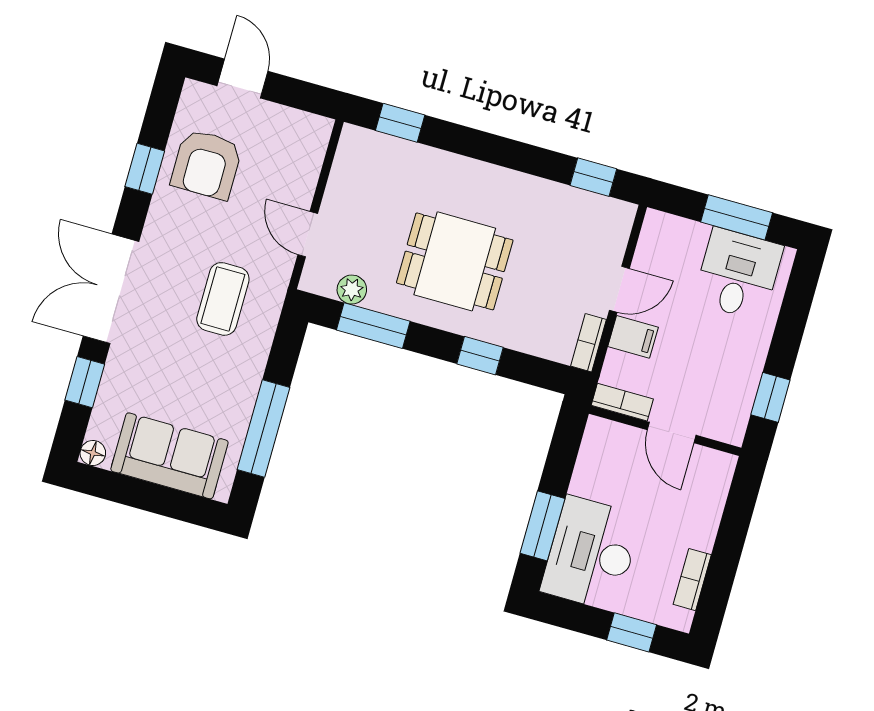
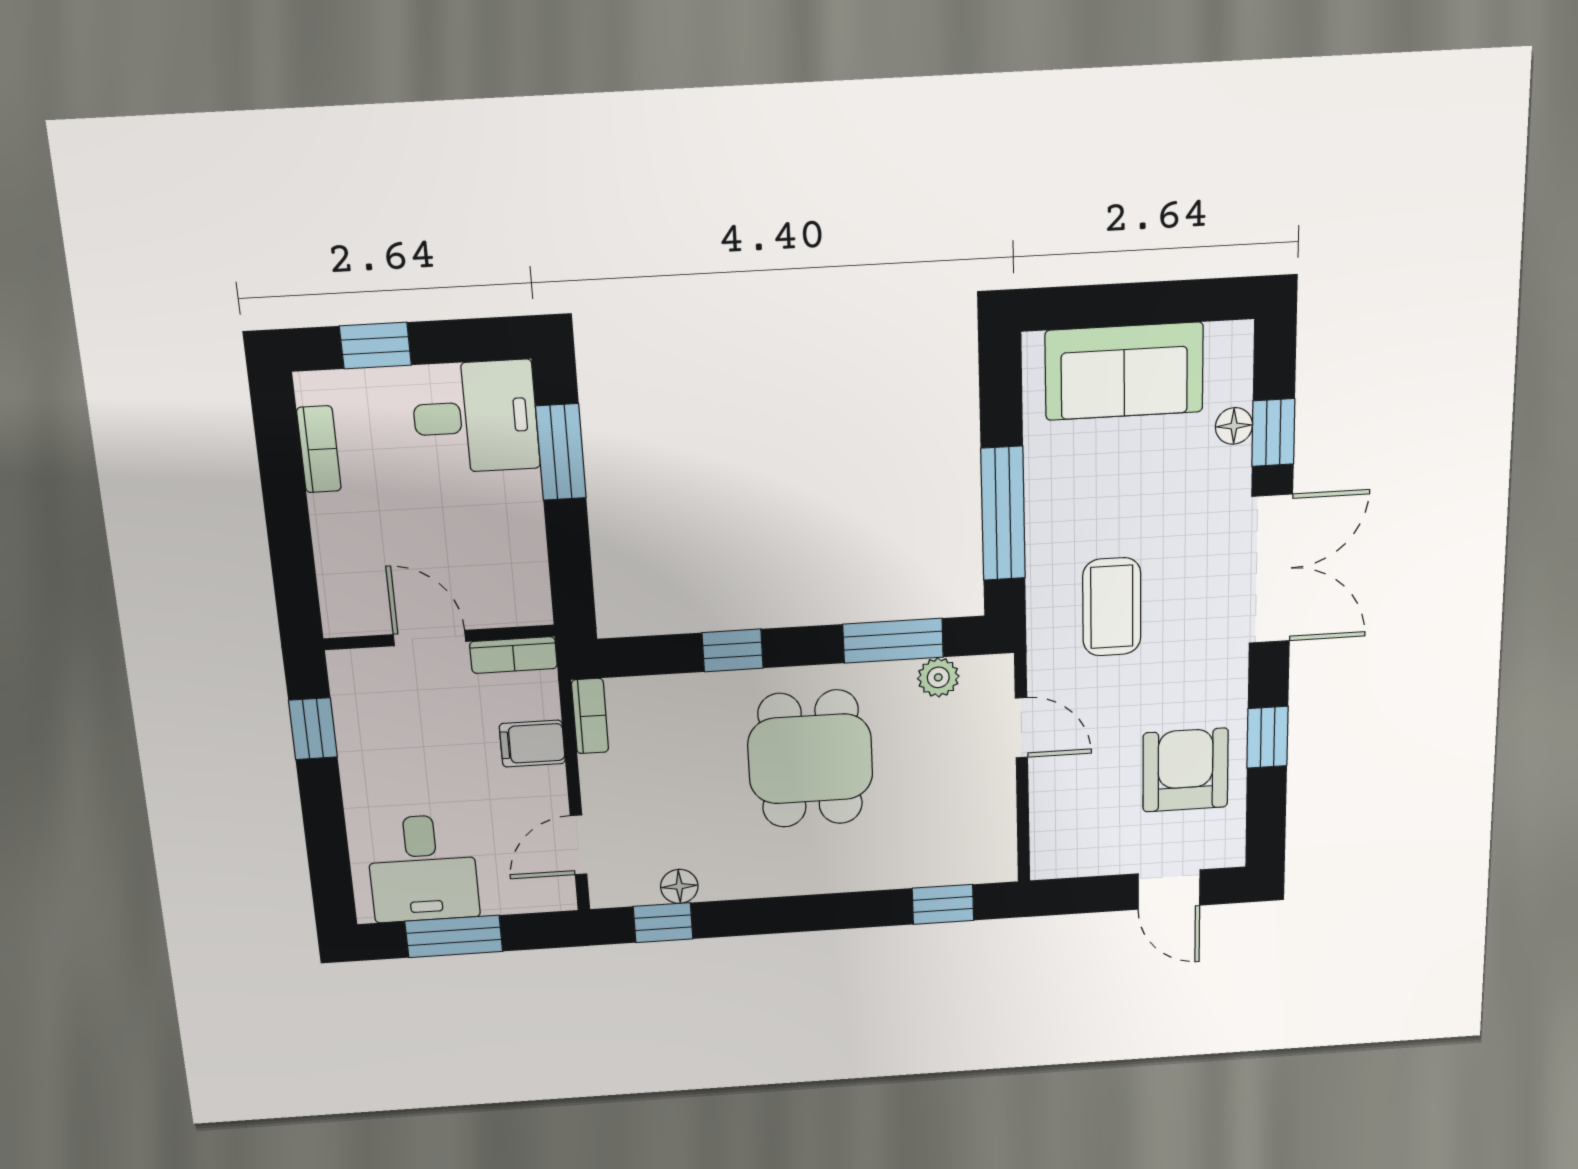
floor lamp: (573, 200) -> (679, 886), added
dining table: (455, 261) -> (810, 759), turned 90
door: (619, 289) -> (579, 845), moved
window: (264, 428) -> (1003, 514), moved
floor lamp: (93, 453) -> (1234, 426), moved
desk: (591, 553) -> (475, 417), width x0.73

